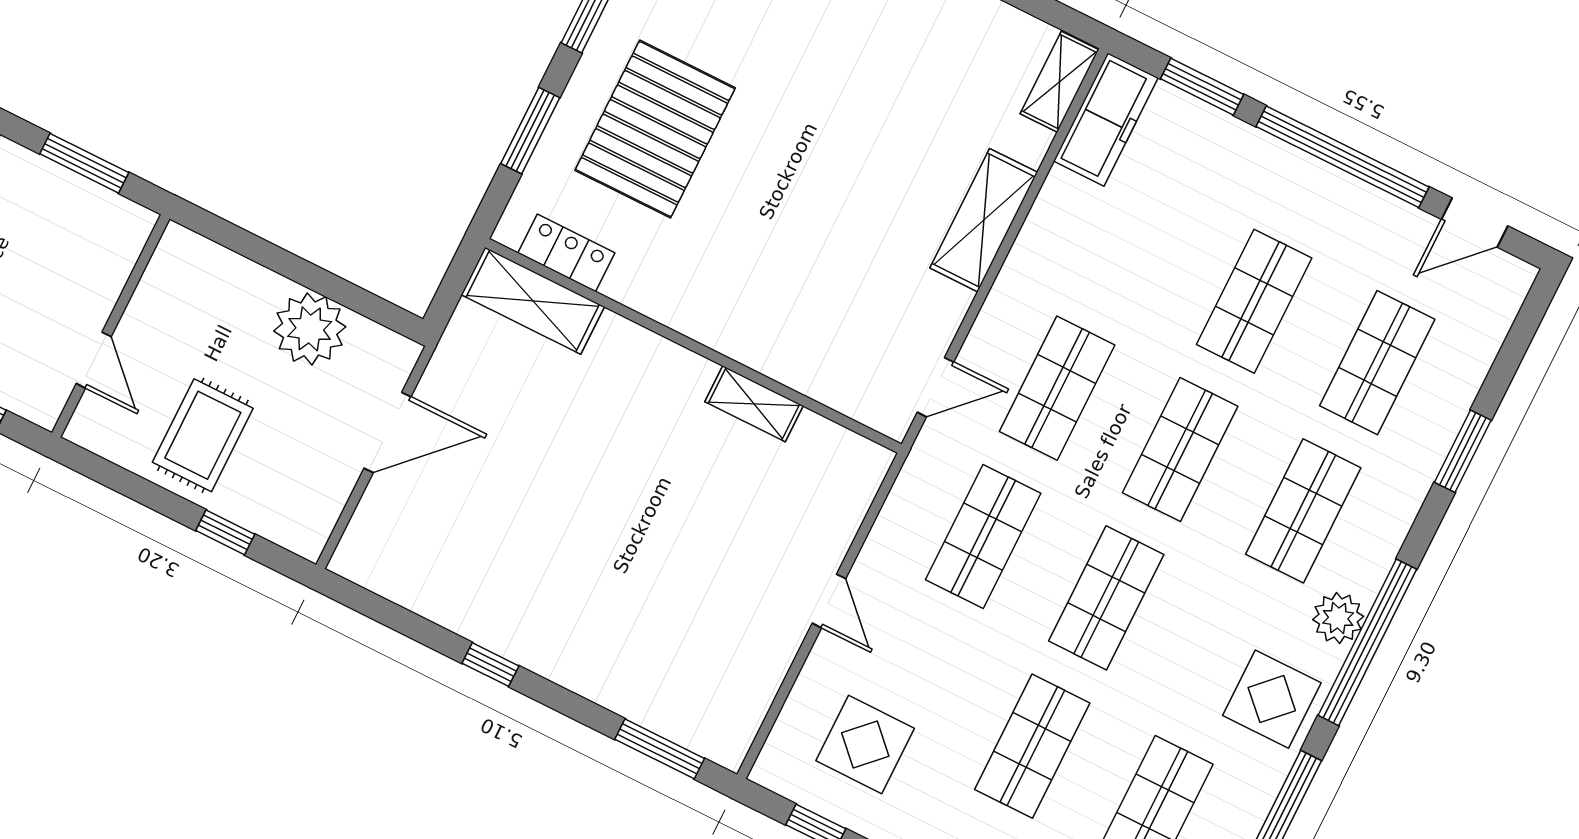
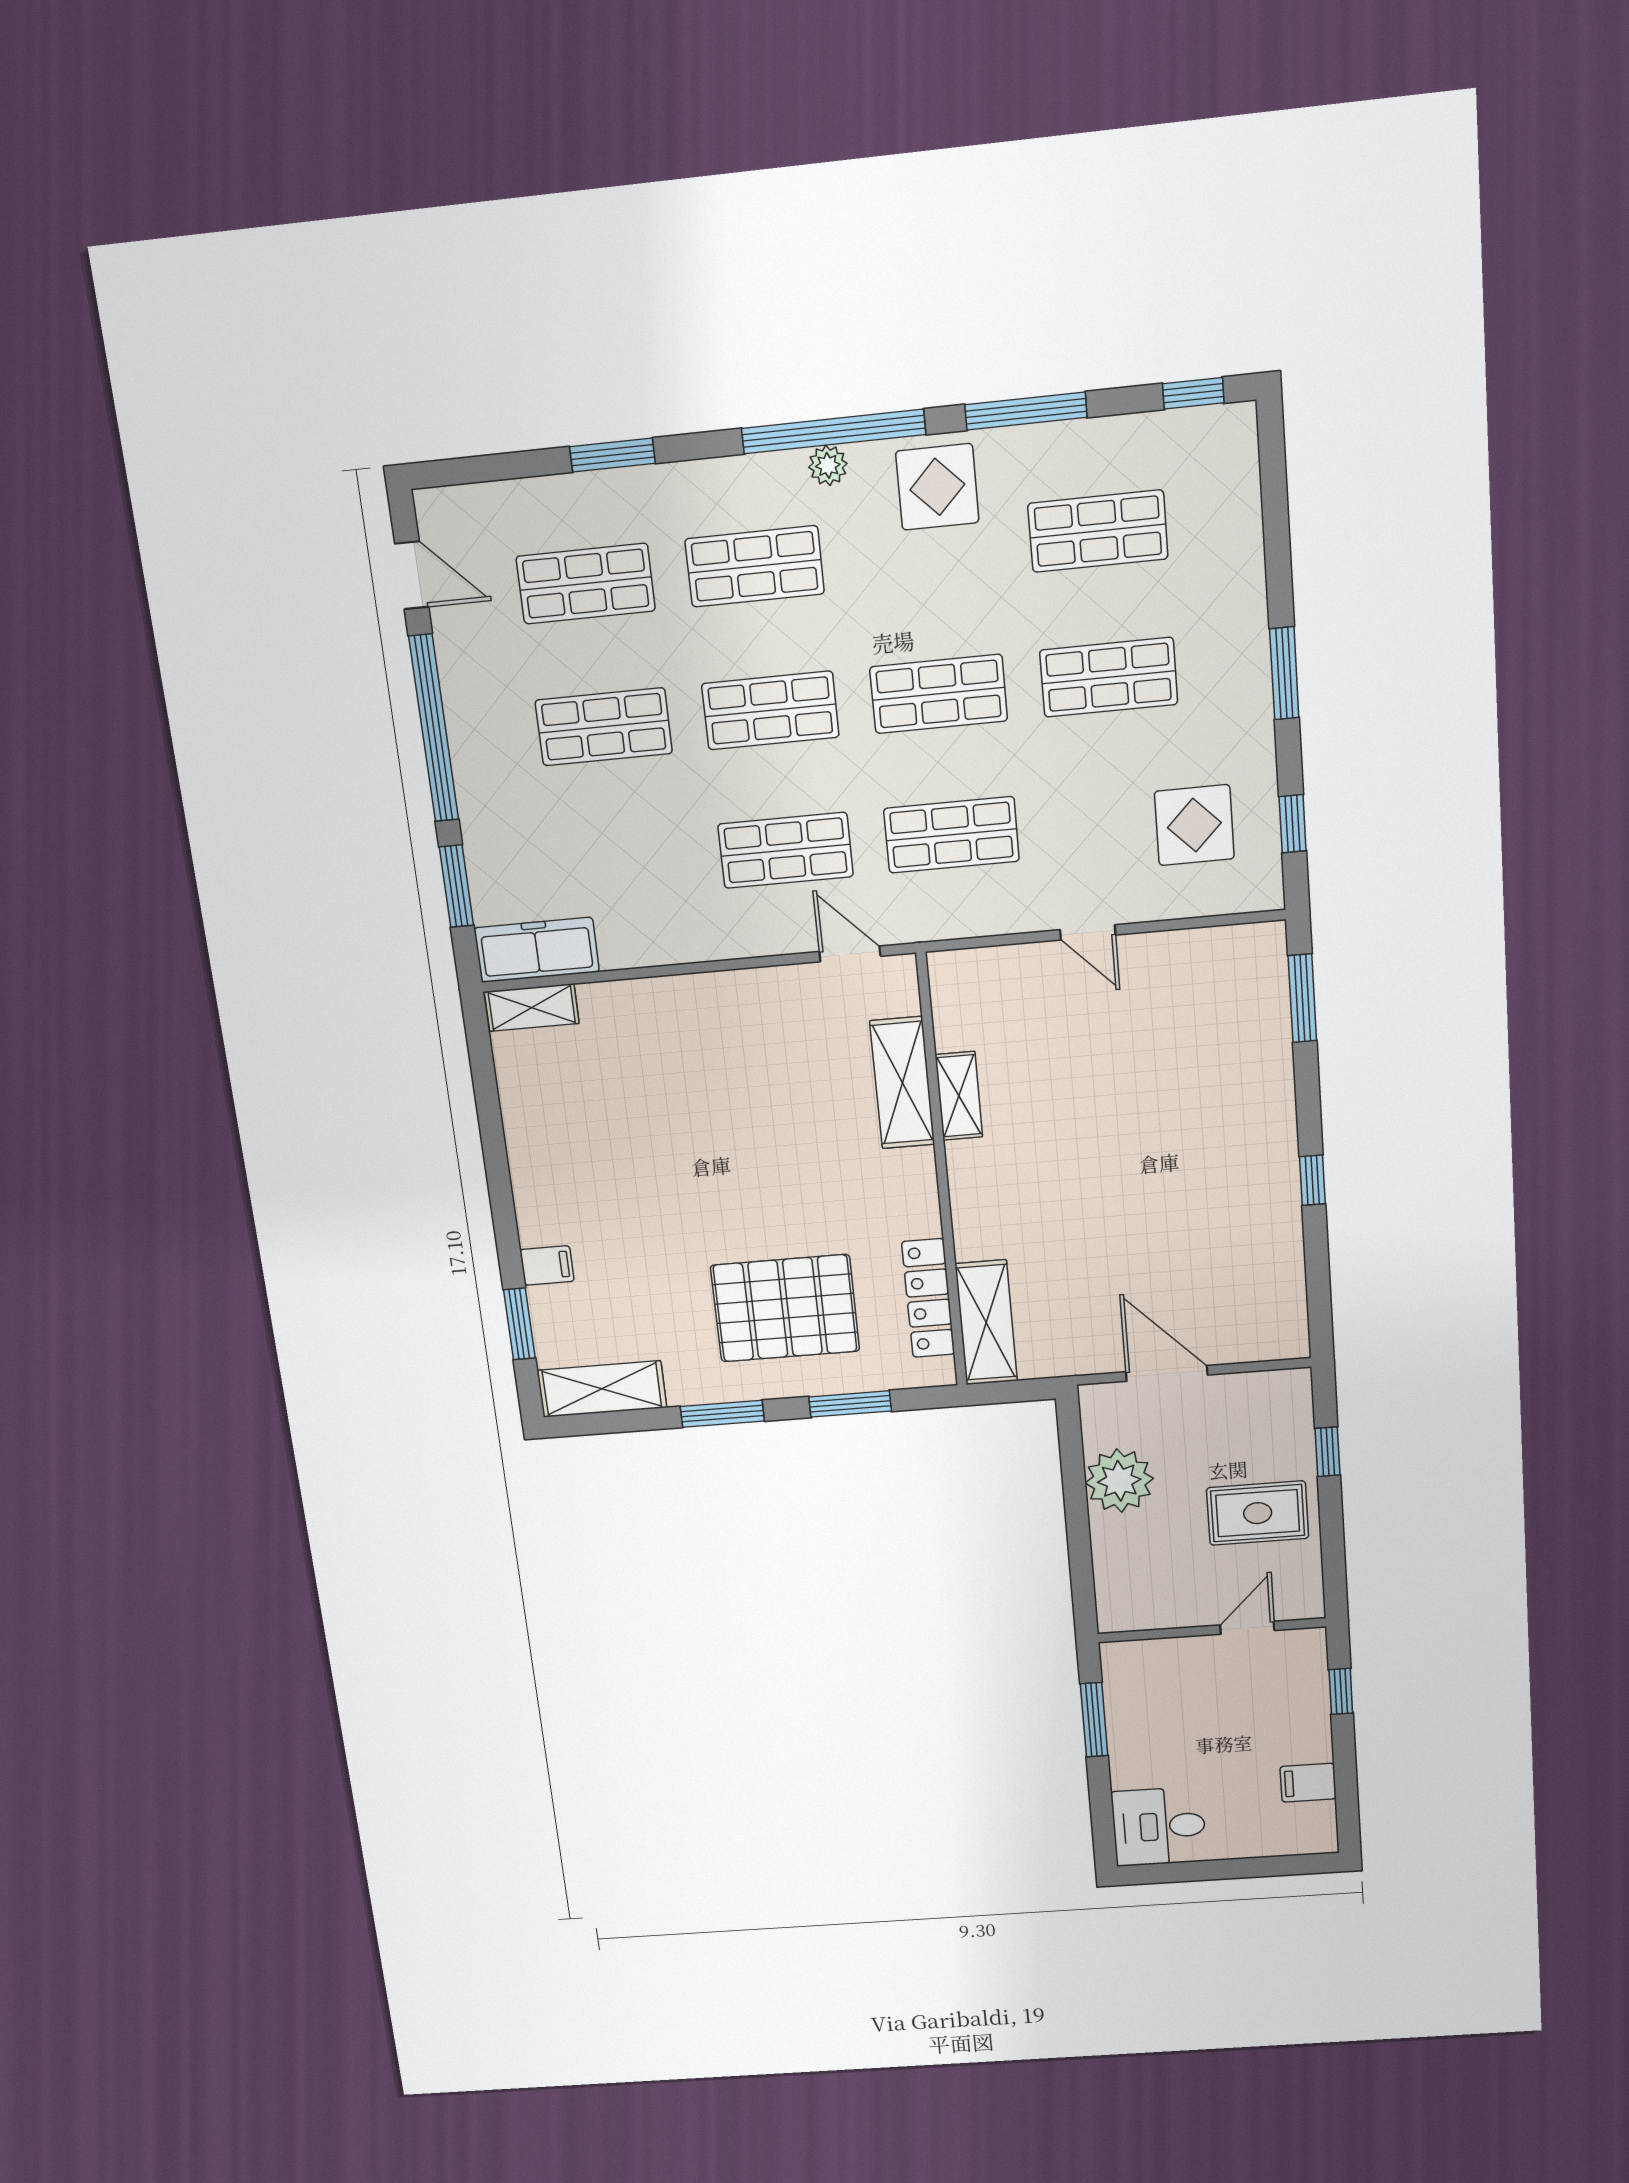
shelving: (984, 220) -> (902, 1083), moved, turned 90
locker: (566, 253) -> (928, 1298), width x1.53
door: (829, 601) -> (1088, 932), swing flipped
plant: (1338, 618) -> (828, 465), width x0.73, depth x0.73

